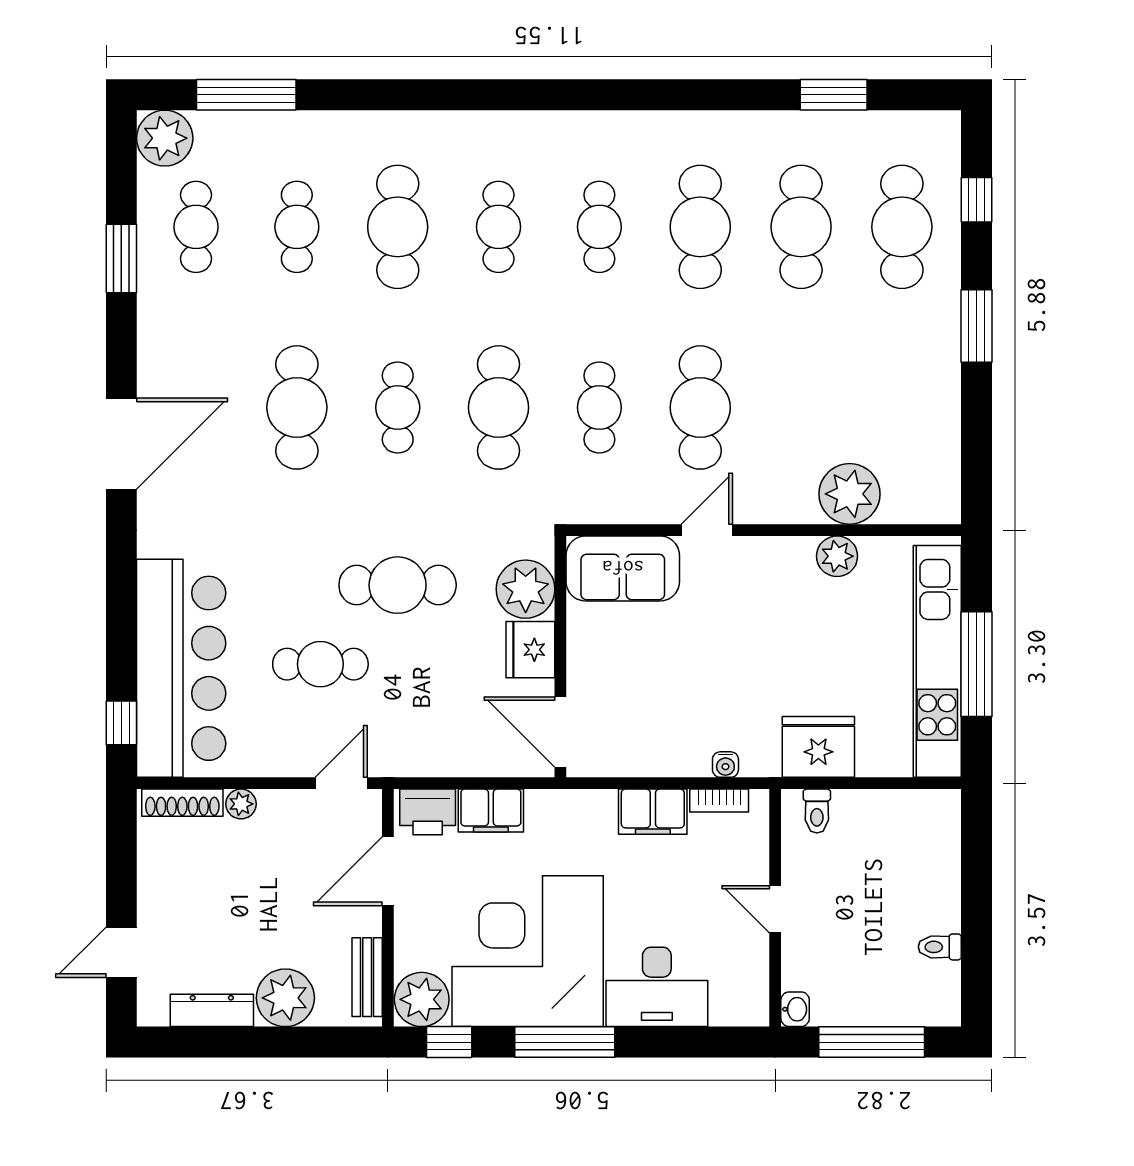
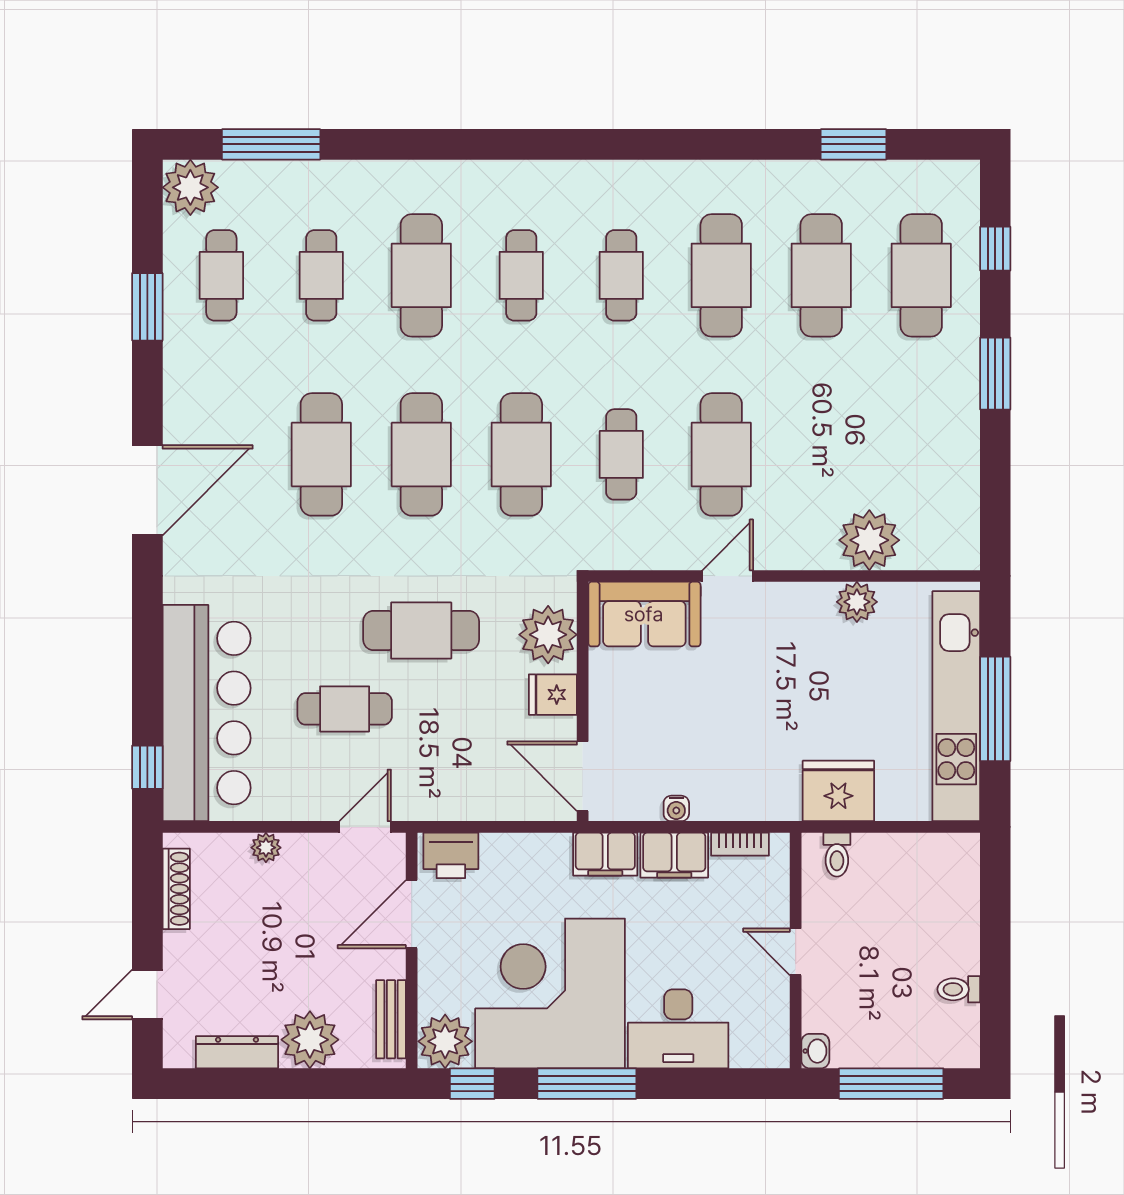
cafe table: (398, 407) -> (421, 454), width x1.37, depth x1.35
fridge: (530, 650) -> (553, 695), width x0.72
water cooler: (725, 765) -> (676, 808), moved
shoe rack: (182, 803) -> (176, 889), moved, turned -90
filing cabinet: (491, 811) -> (605, 854), moved

